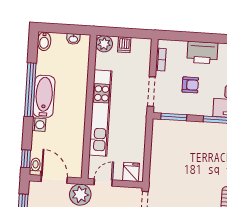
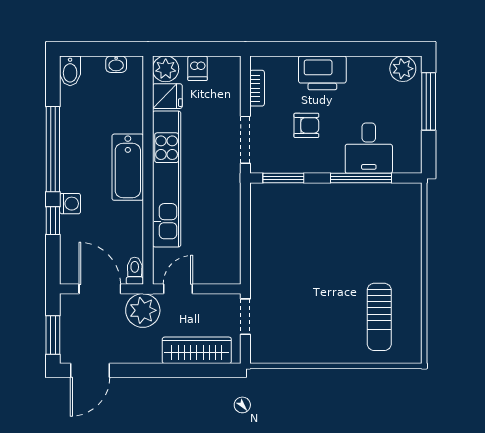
bathtub: (44, 96) -> (128, 167), moved, turned 180
window: (26, 159) -> (53, 221), moved
toilet: (35, 167) -> (135, 271), moved
fridge: (131, 172) -> (167, 96), moved, turned 90

